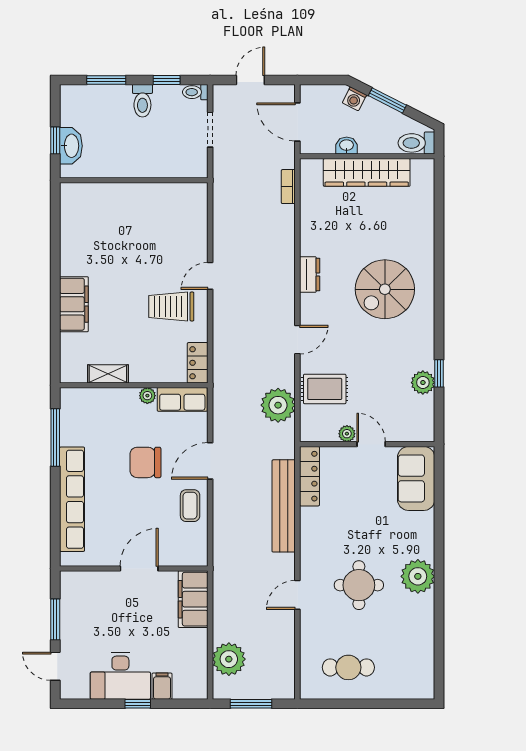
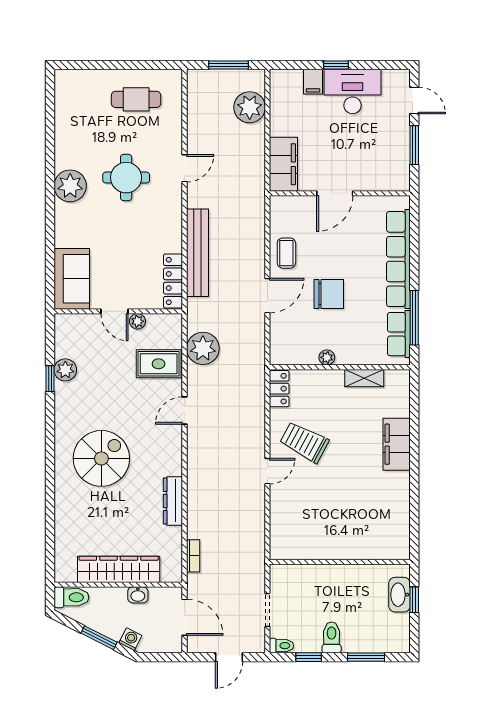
dresser: (310, 274) -> (173, 501), moved, width x1.44
trolley: (171, 306) -> (304, 442), turned -152
row of seats: (182, 399) -> (399, 334), moved, turned -90

